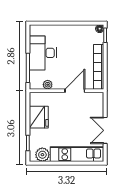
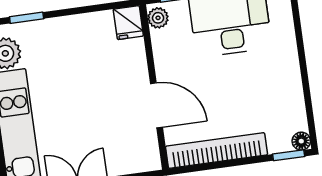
plant: (48, 85) -> (158, 18), moved
fridge: (39, 117) -> (128, 23), moved, width x0.53, depth x0.75

